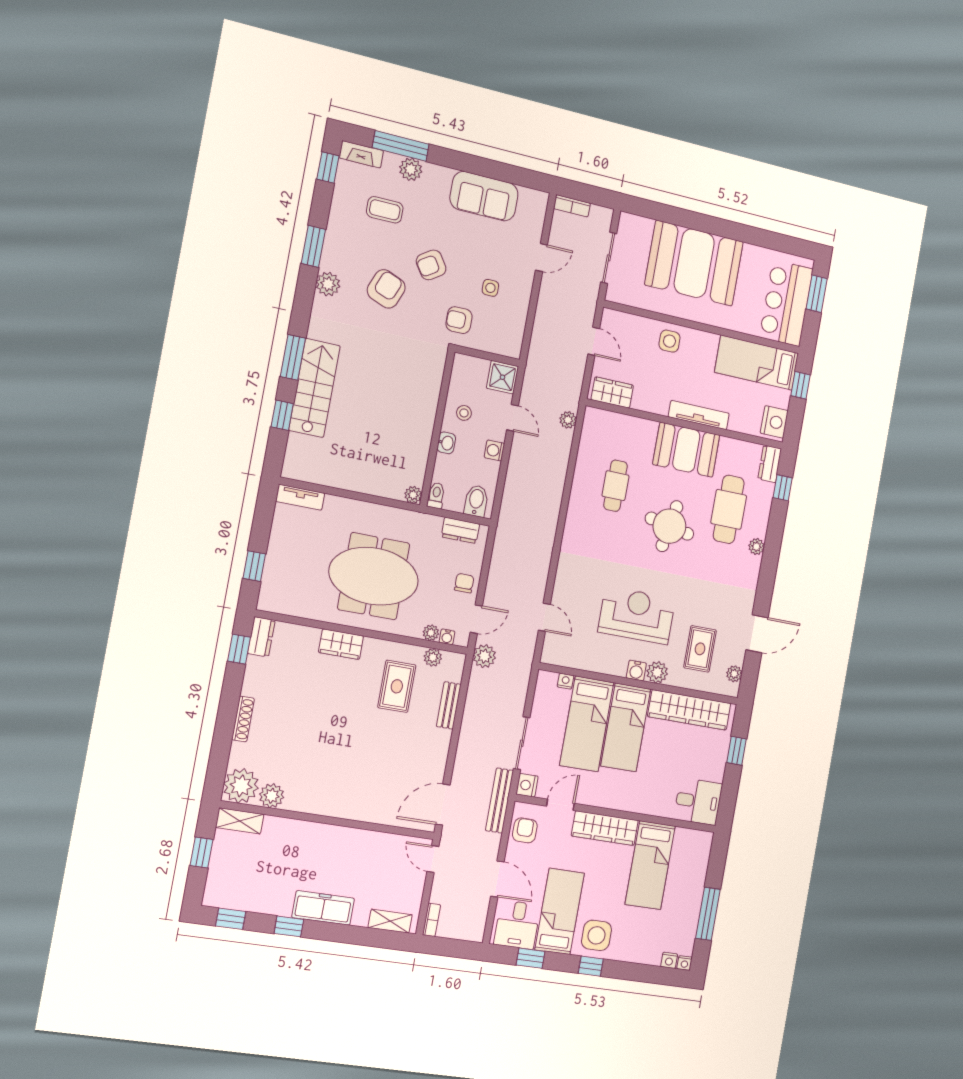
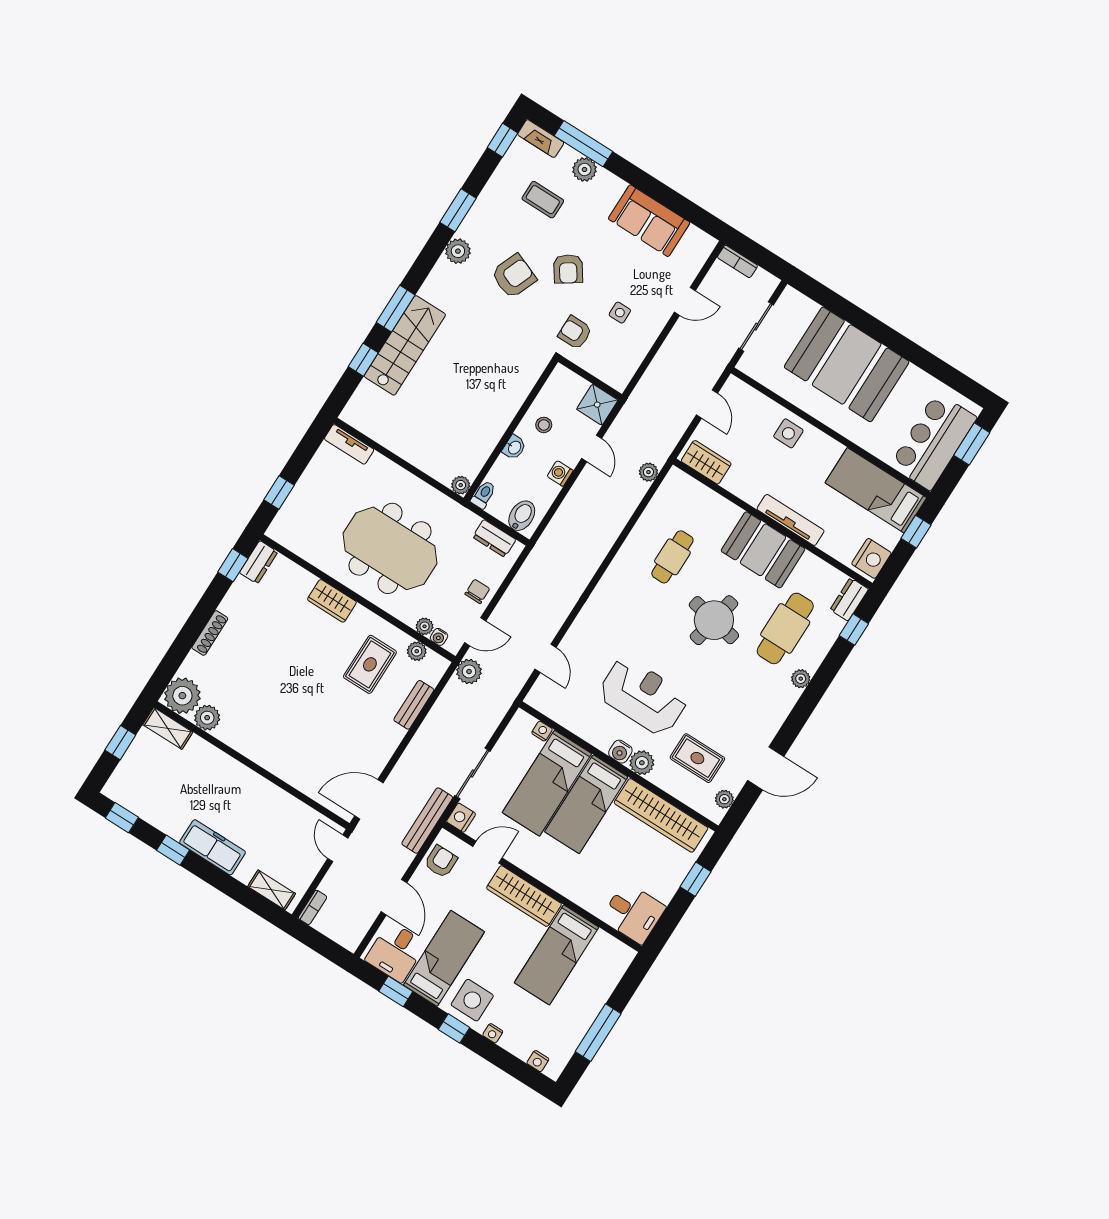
armchair: (431, 265) -> (568, 269), turned -91
rug: (700, 649) -> (697, 758), turned 90
nightstand: (685, 963) -> (493, 1033), moved

